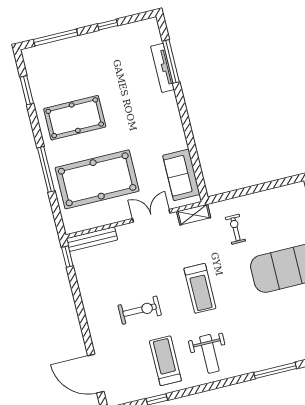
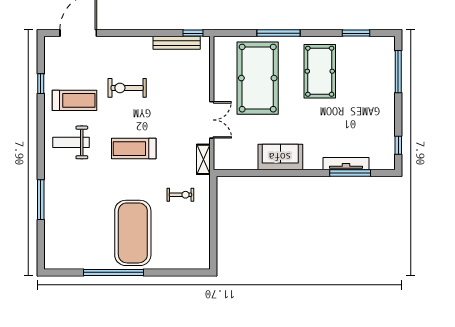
window: (108, 25) -> (398, 145), moved
sofa: (181, 175) -> (280, 157), moved
bench: (92, 239) -> (177, 43), moved, turned 90
exercise bike: (140, 310) -> (127, 88), turned 90

